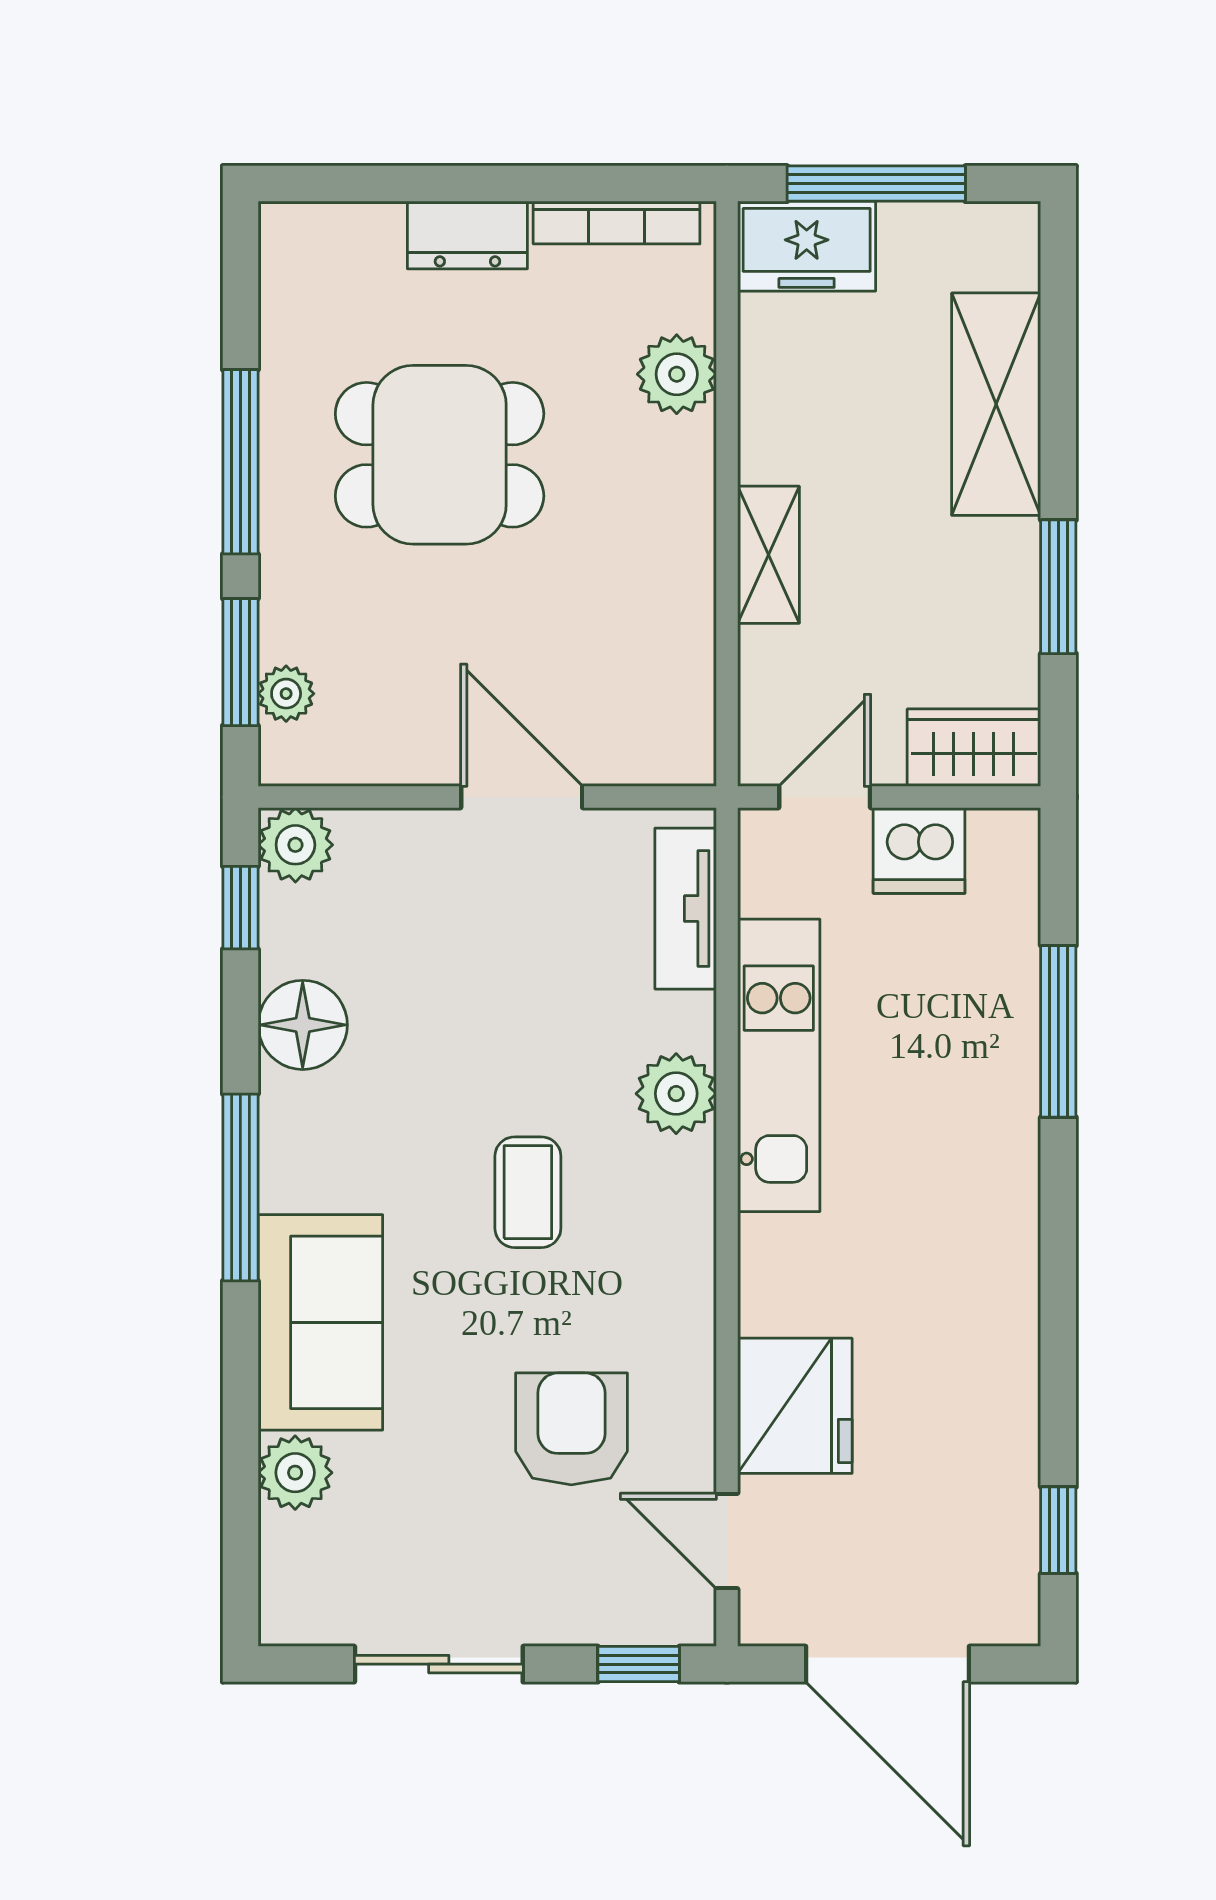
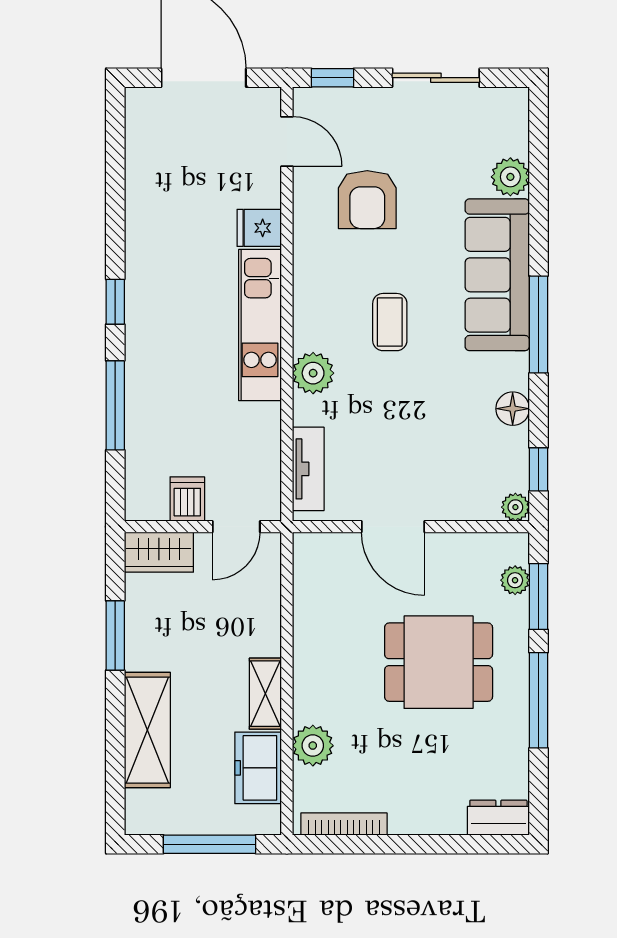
dresser: (467, 235) -> (498, 818), moved
freezer: (807, 246) -> (258, 768), moved, turned -90
dining table: (440, 455) -> (439, 662), moved
shelving: (768, 555) -> (265, 694), moved
plant: (295, 845) -> (515, 507), width x0.73, depth x0.73
dishwasher: (919, 850) -> (187, 499), width x0.73
floor lamp: (303, 1025) -> (513, 409), width x0.73, depth x0.73
kitchen unit: (779, 1065) -> (260, 325), moved
sofa: (320, 1322) -> (497, 275), width x1.36
fridge: (795, 1406) -> (259, 228), width x0.53, depth x0.75
window: (1058, 1530) -> (115, 302), moved

